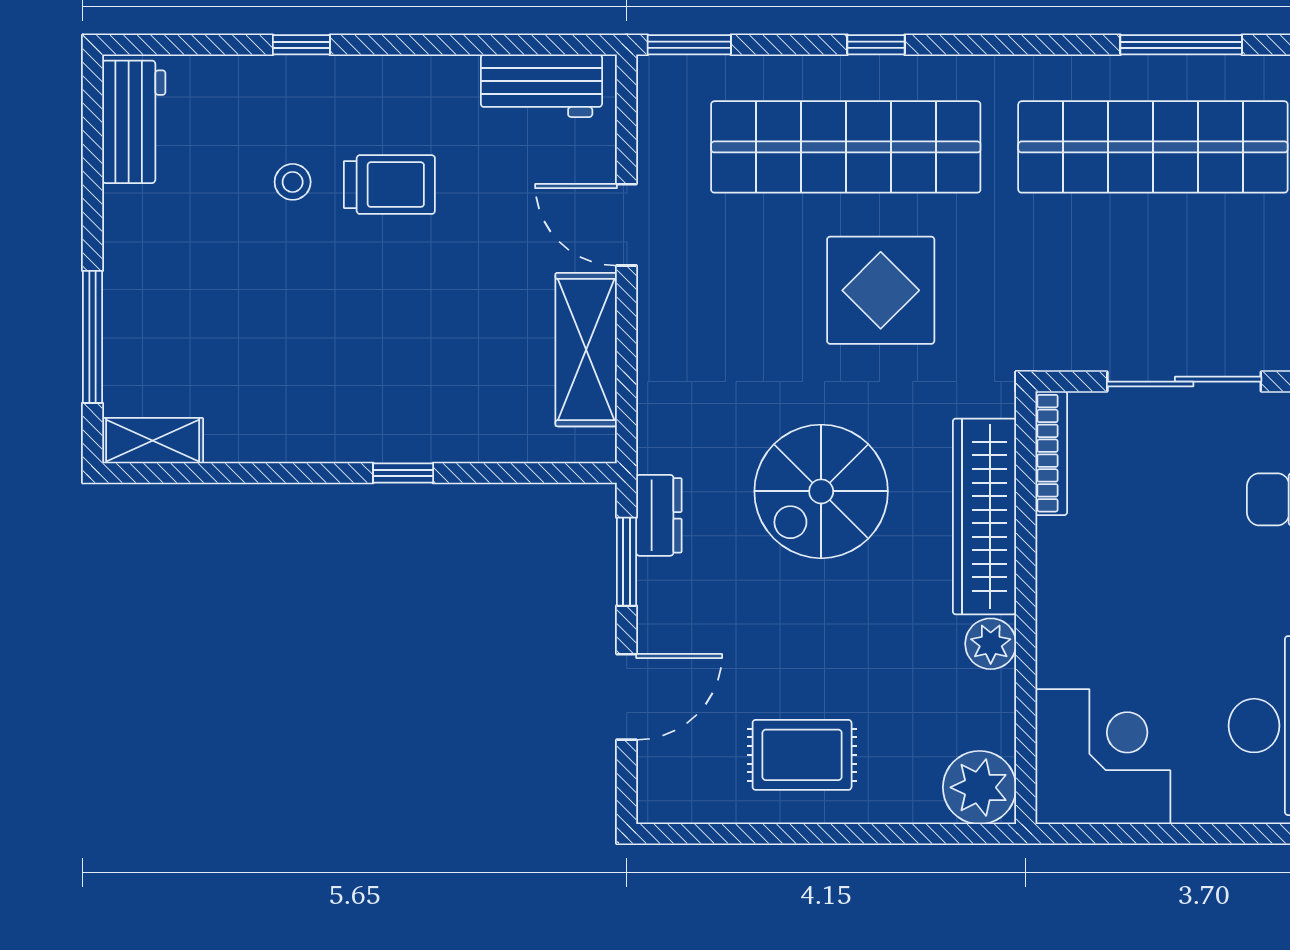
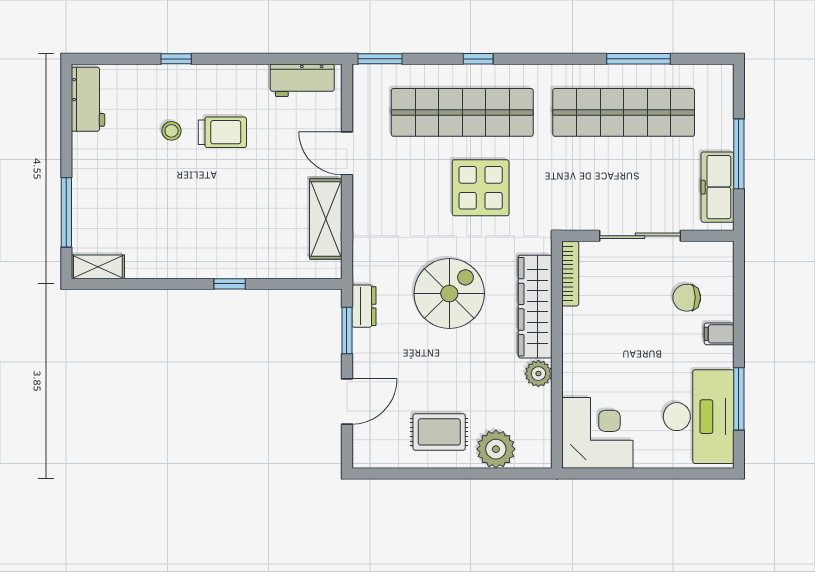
spiral stairs: (821, 491) -> (449, 294), turned 180
plant: (980, 787) -> (496, 449), moved

